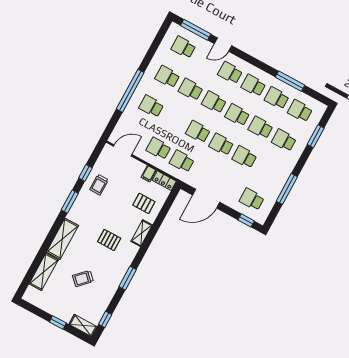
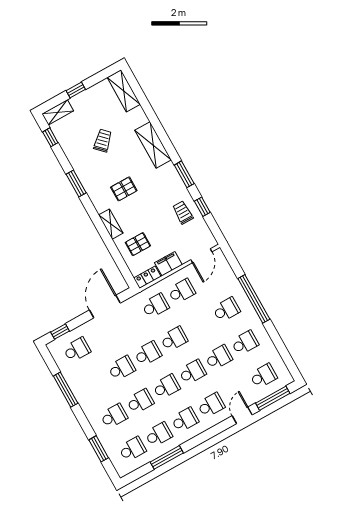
filing cabinet: (149, 174) -> (168, 264), width x2.00
shelving: (44, 272) -> (124, 91), moved

